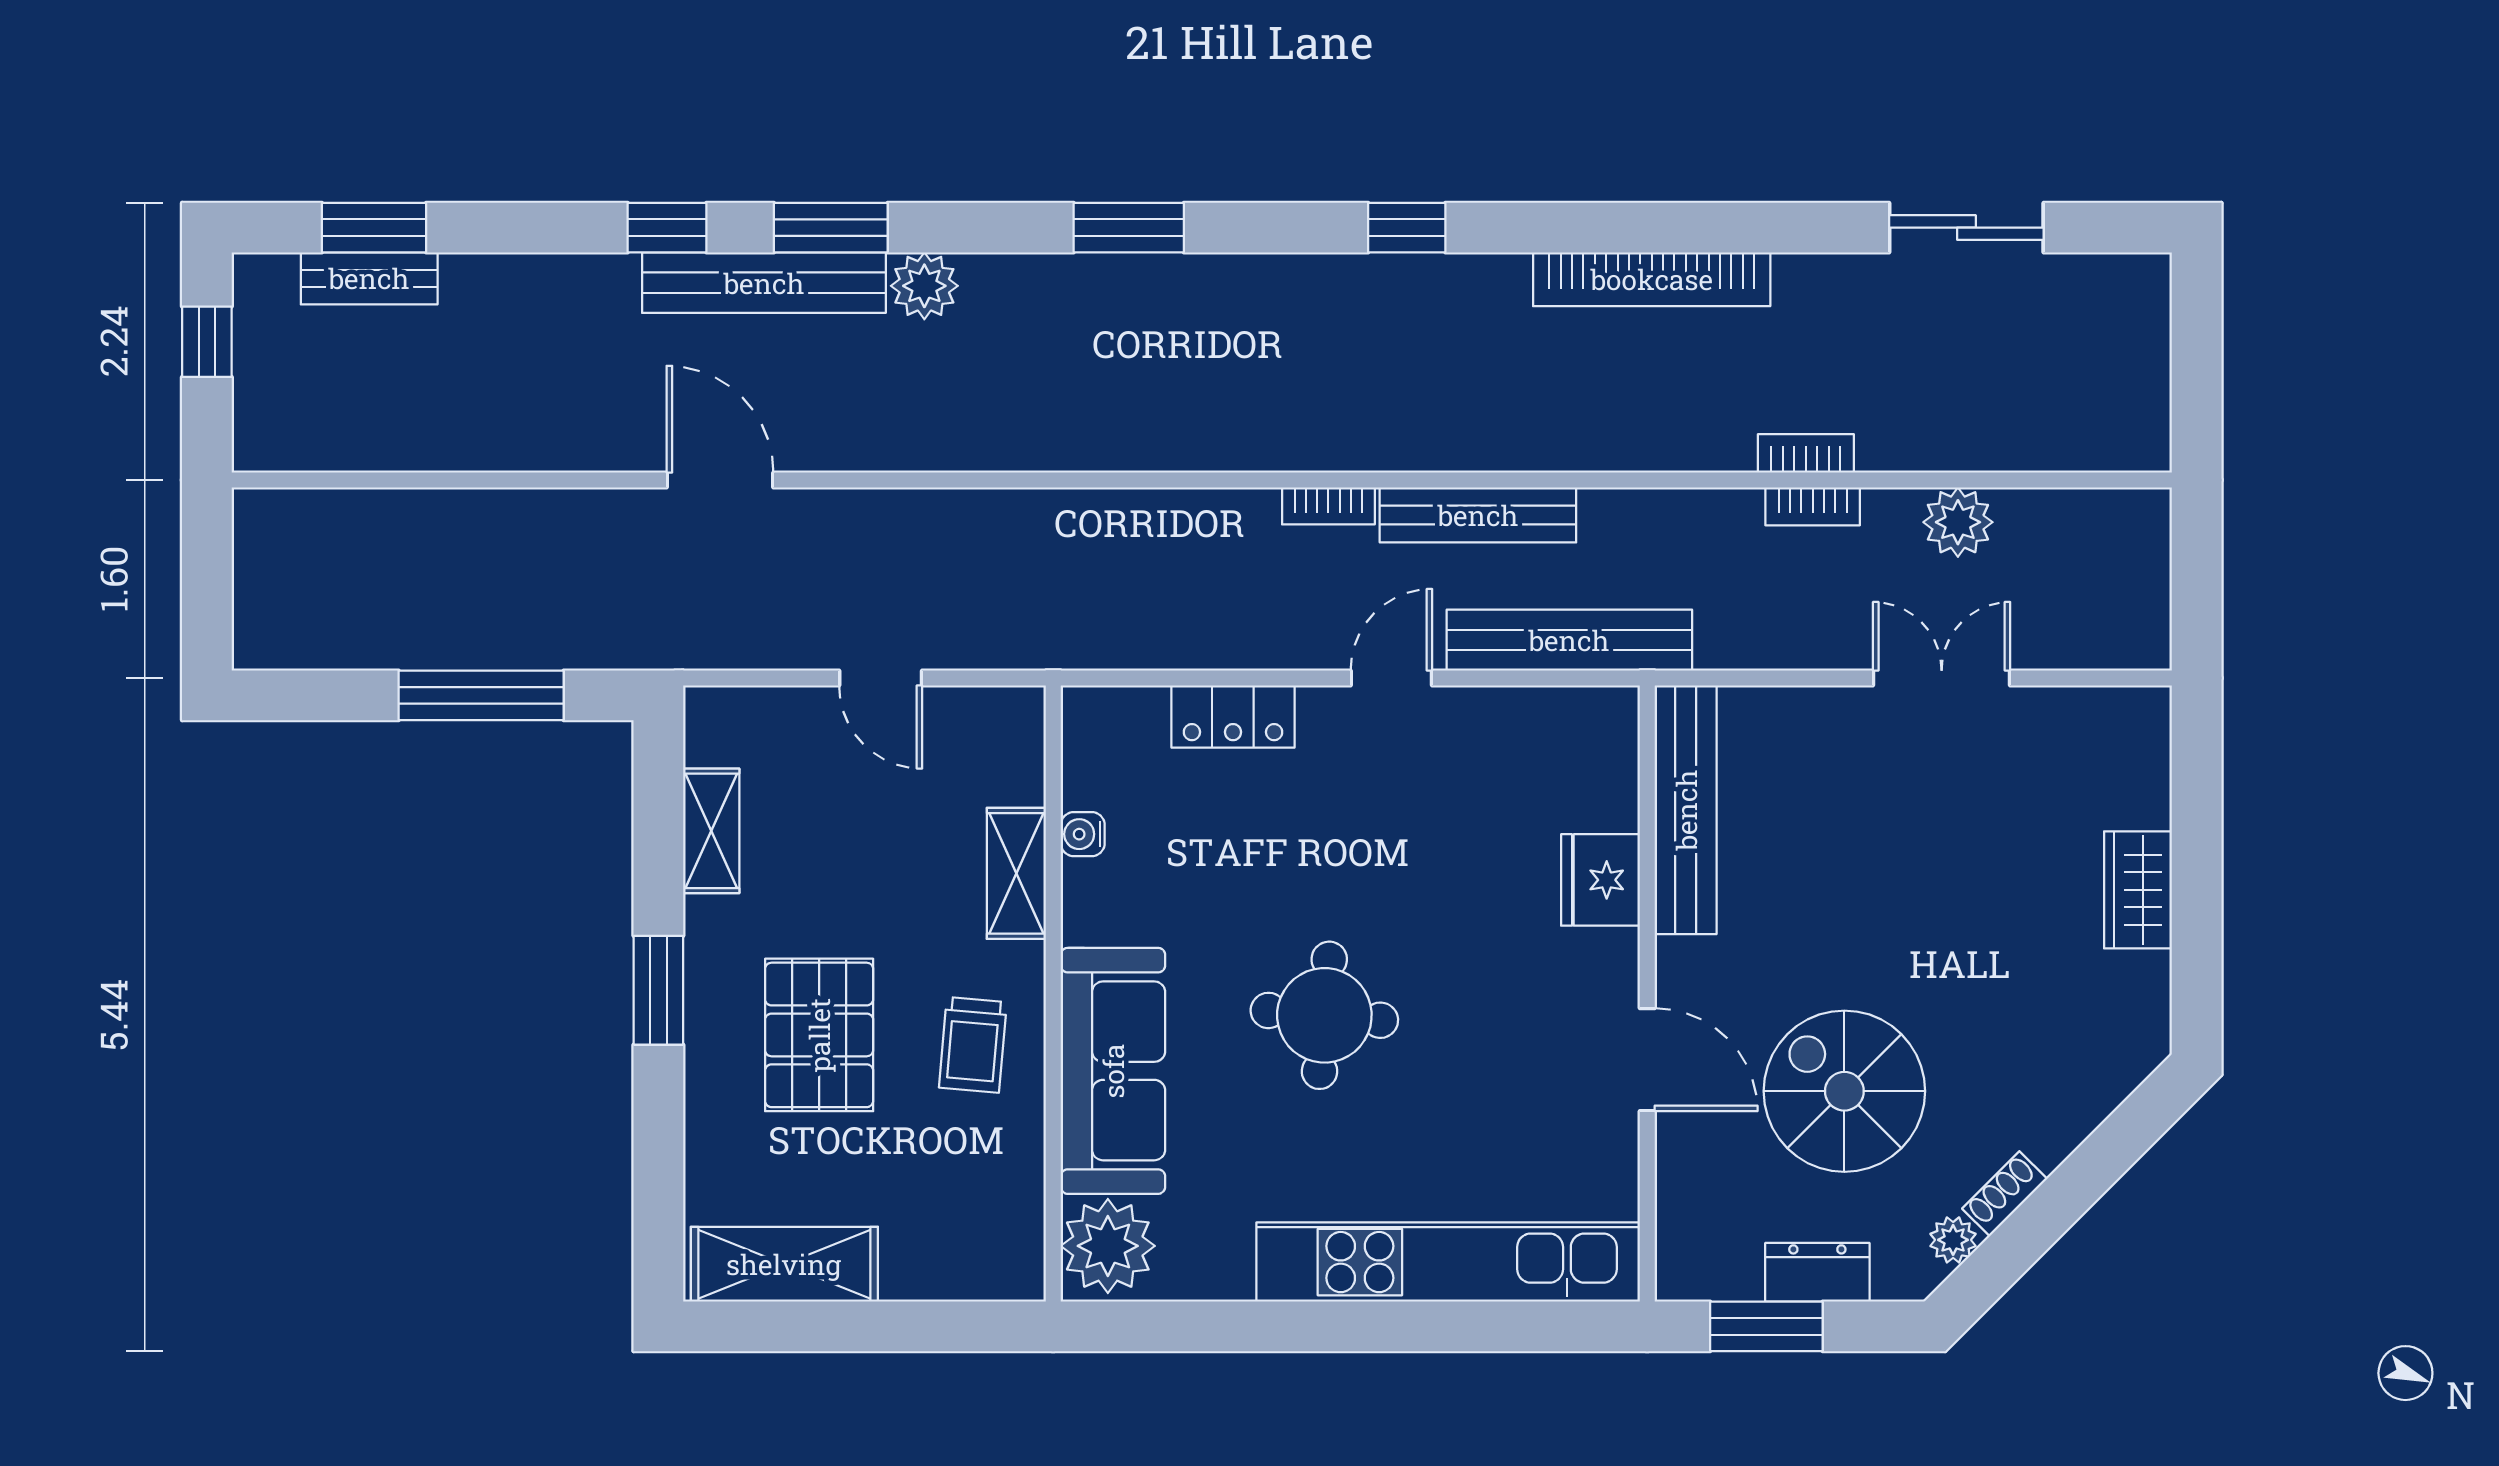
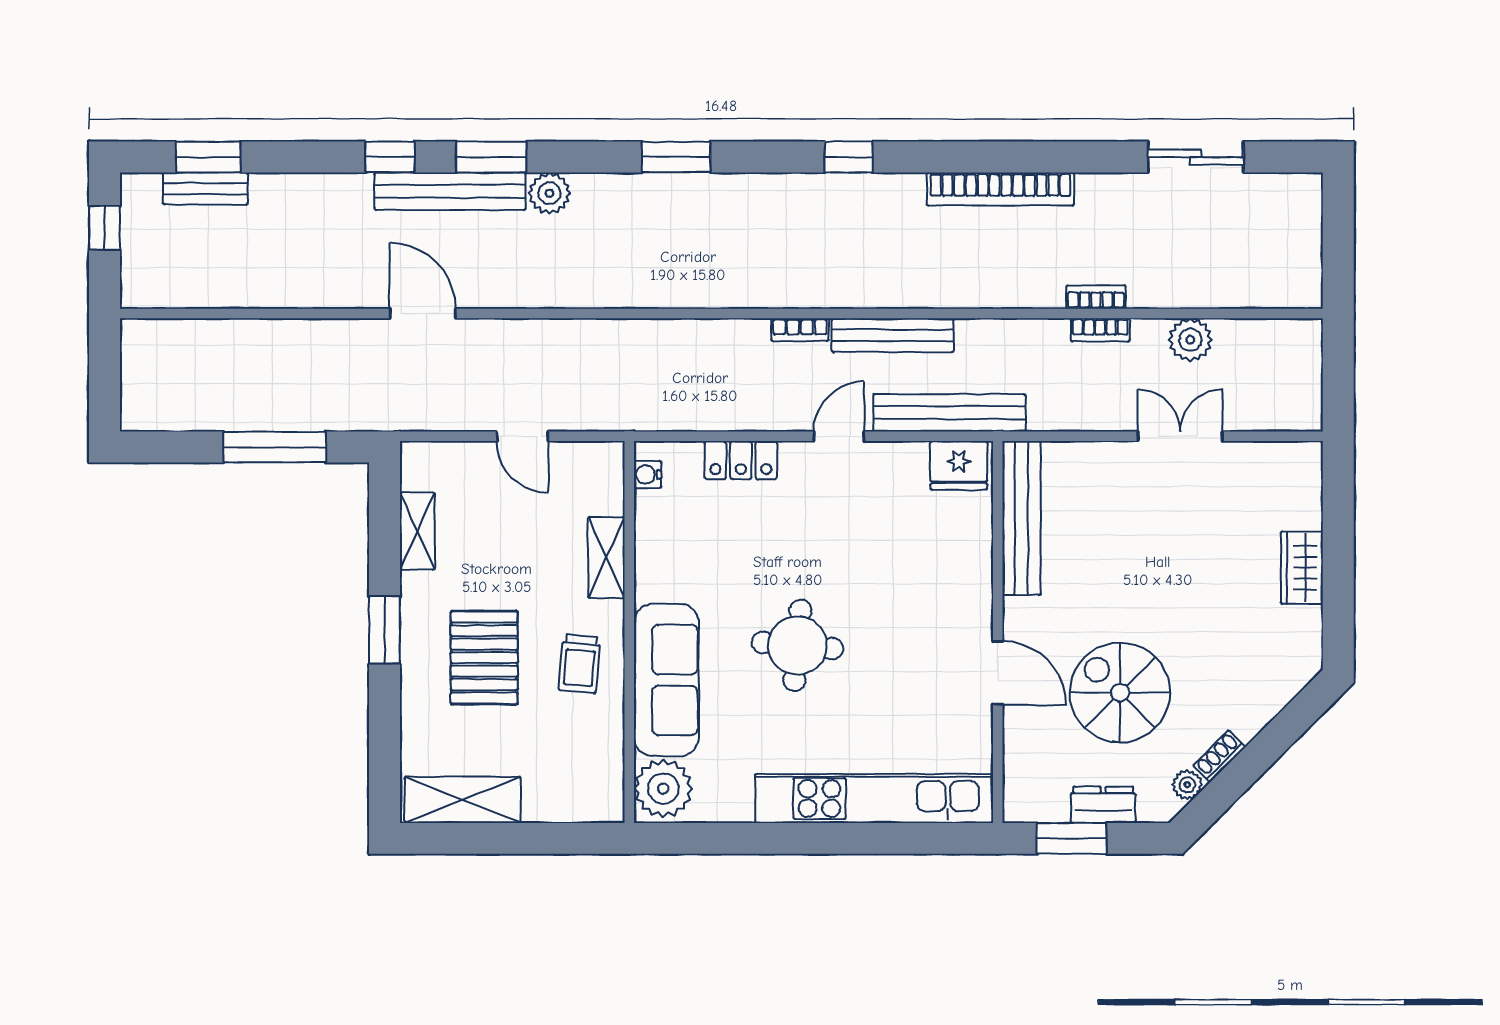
water cooler: (1083, 834) -> (648, 474), moved
fridge: (1600, 880) -> (959, 465), moved, turned -90

